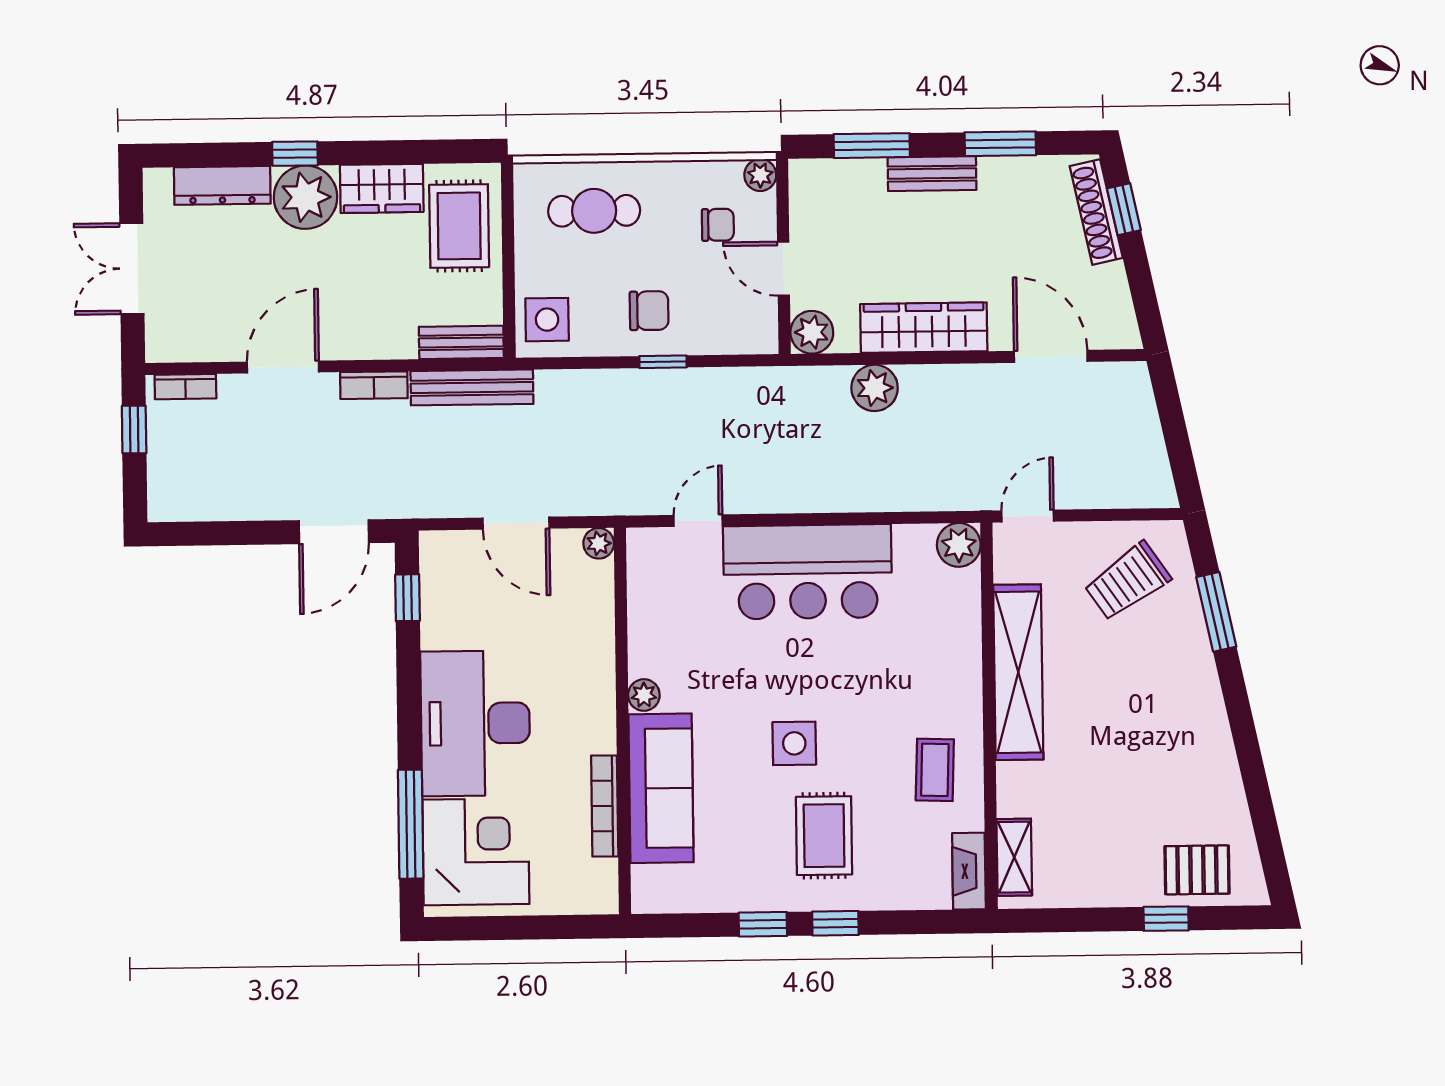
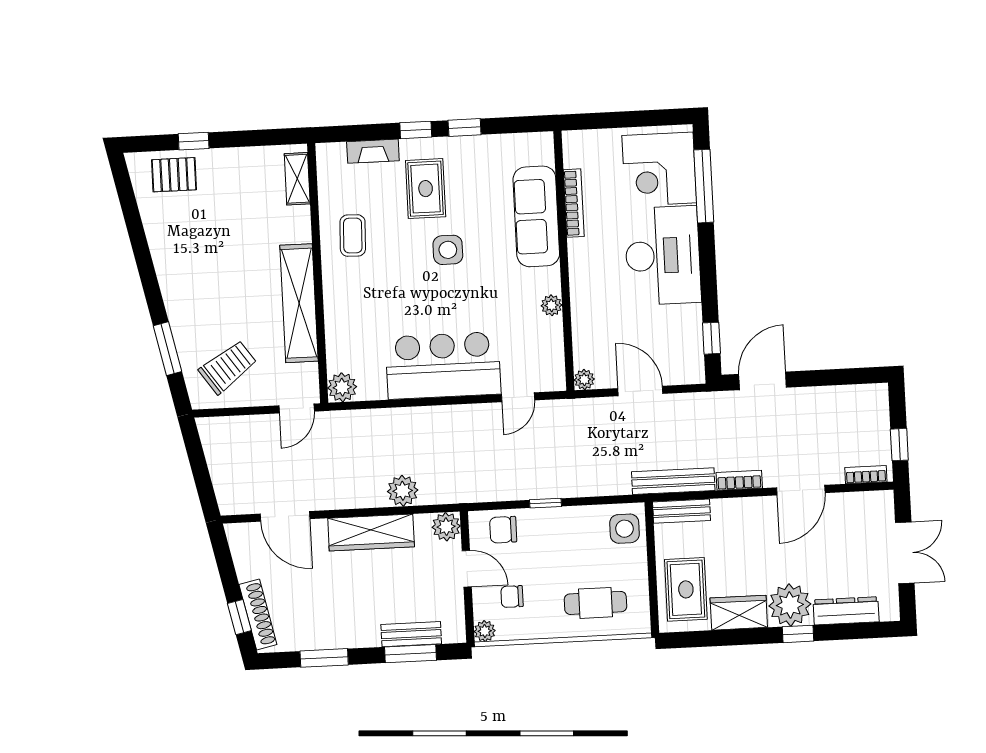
bench: (932, 174) -> (411, 634), moved
chair: (649, 311) -> (503, 530), moved
plant: (644, 695) -> (551, 305), moved
fireplace: (969, 871) -> (373, 151), moved, turned 90

